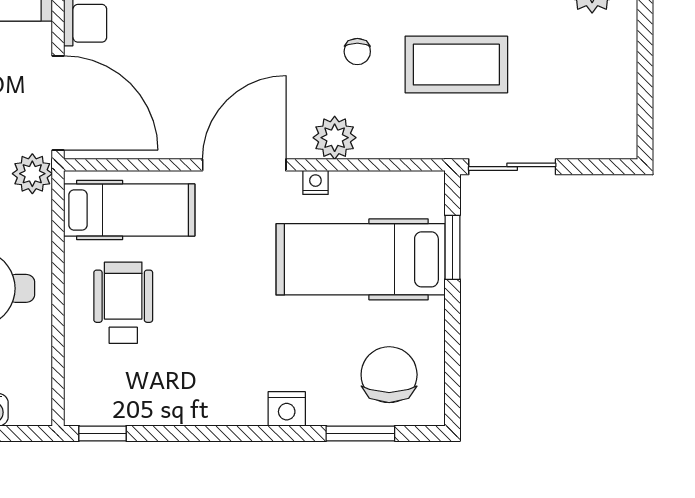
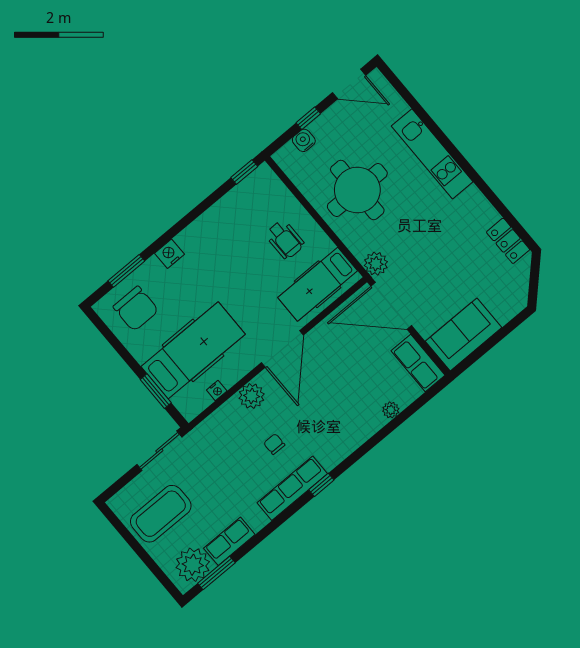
coffee table: (456, 65) -> (161, 514), moved
nightstand: (315, 182) -> (217, 390), moved
wheelchair: (123, 303) -> (285, 240), width x0.73, depth x0.73

